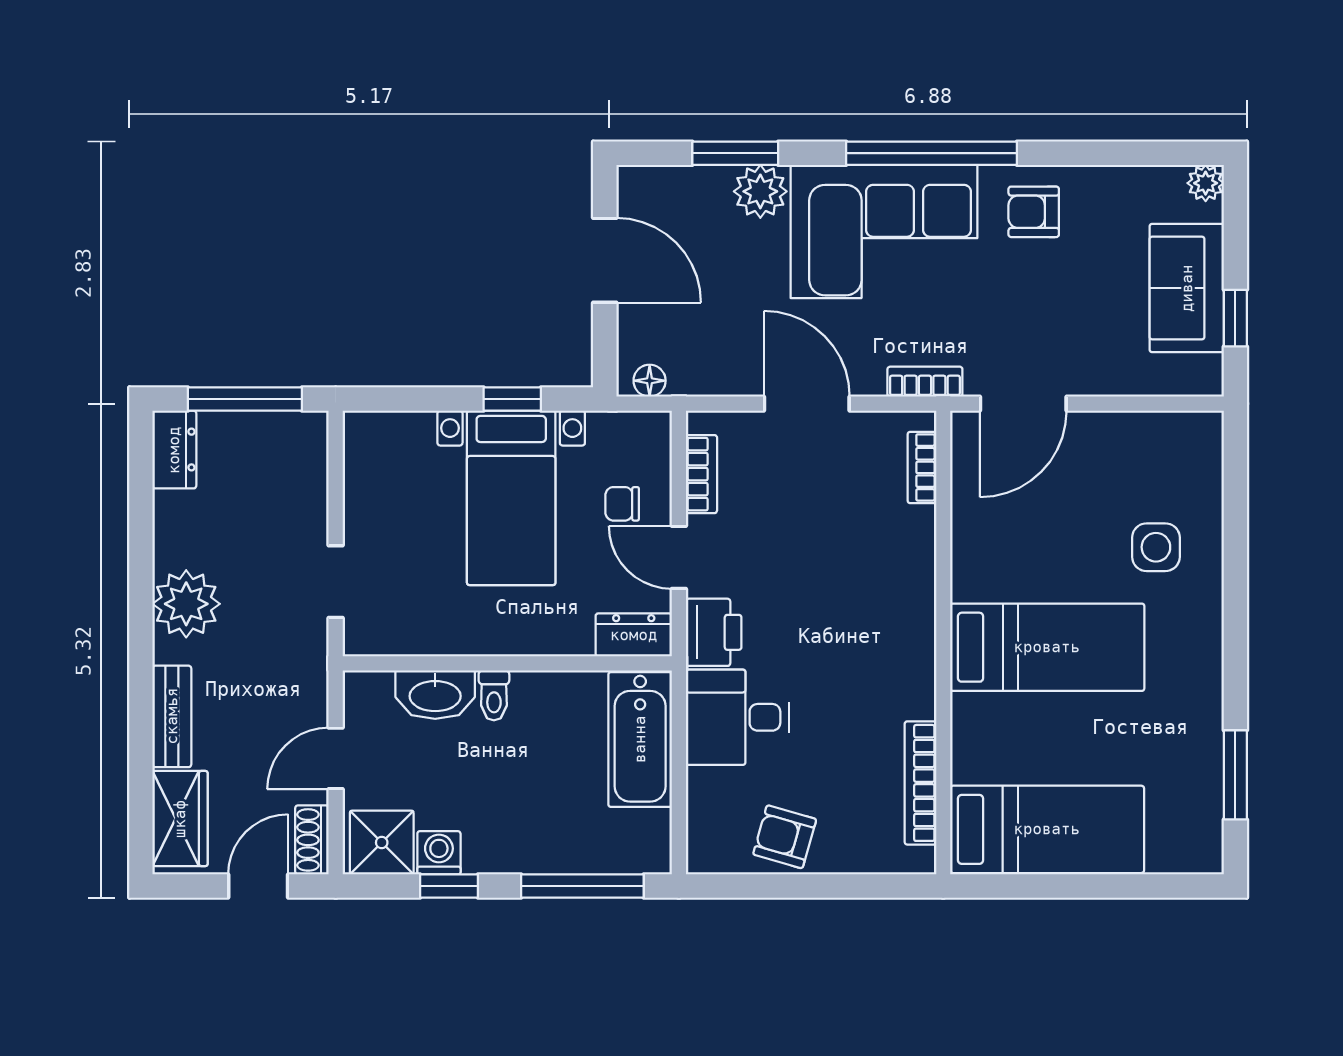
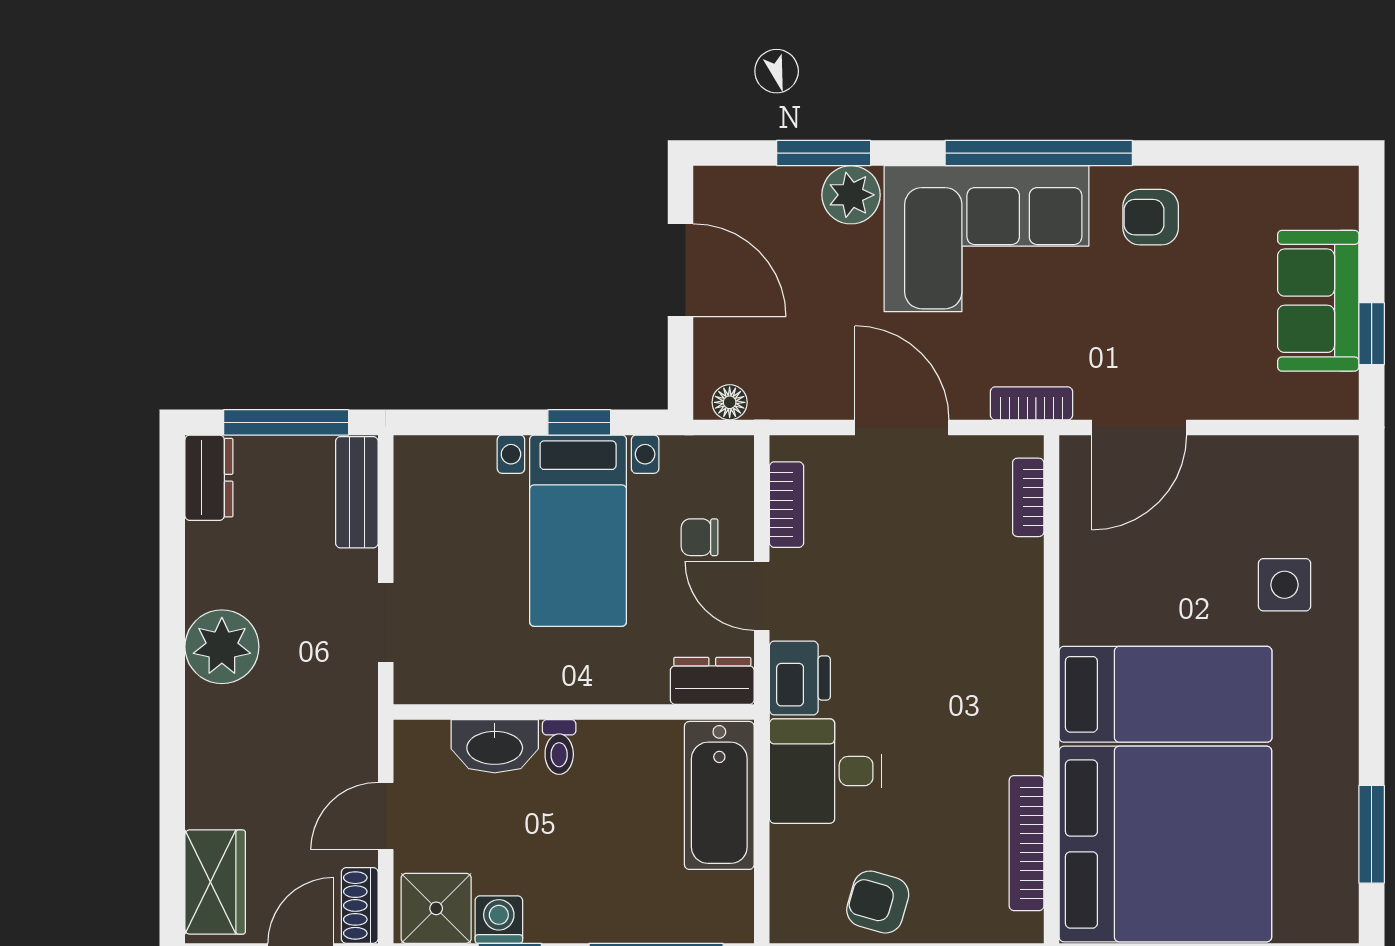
plant: (1206, 183) -> (1339, 186), removed
bench: (172, 716) -> (357, 492), moved
bed: (1047, 829) -> (1165, 844), width x2.04

